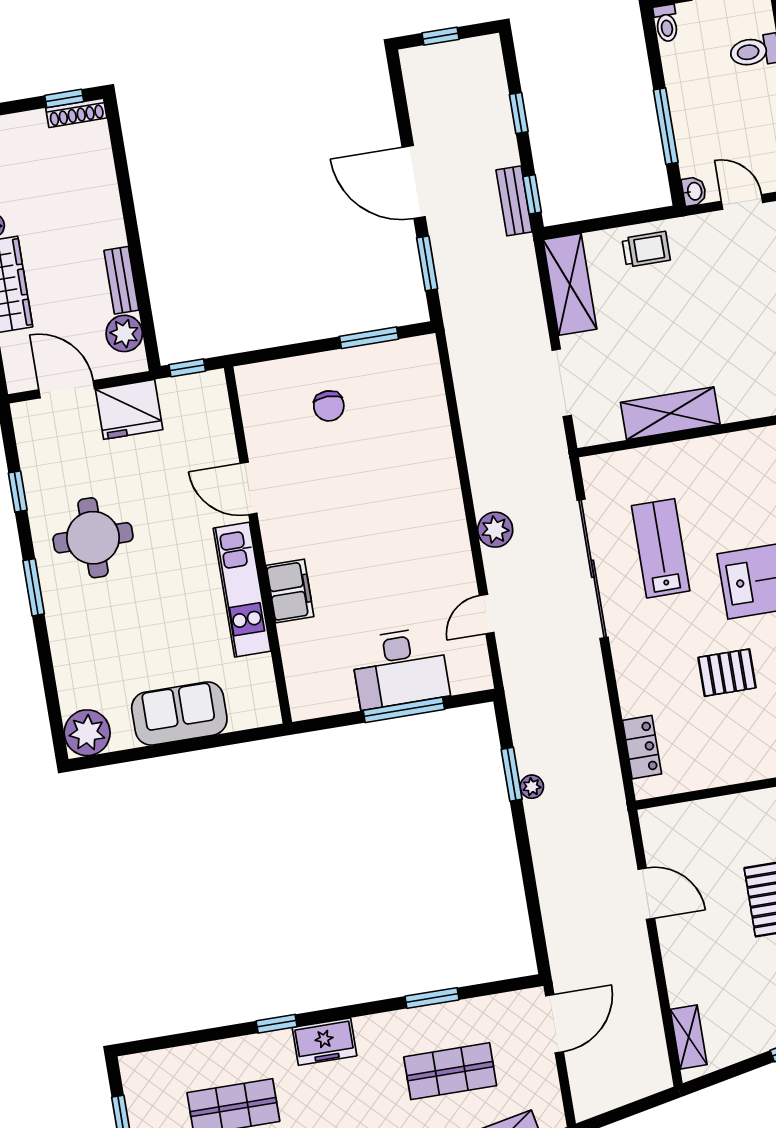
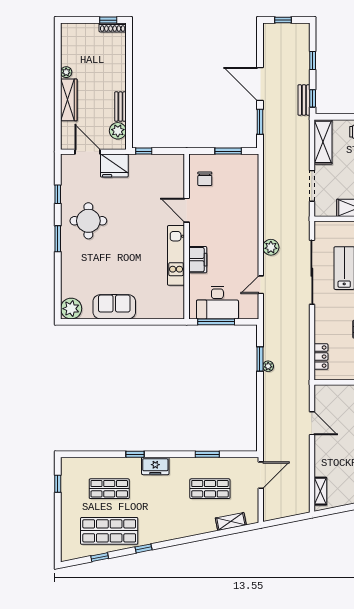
door: (249, 488) -> (187, 210), moved
wall: (258, 545) -> (187, 236), moved
kitchen unit: (242, 590) -> (176, 255), moved
filing cabinet: (290, 591) -> (198, 260), moved

